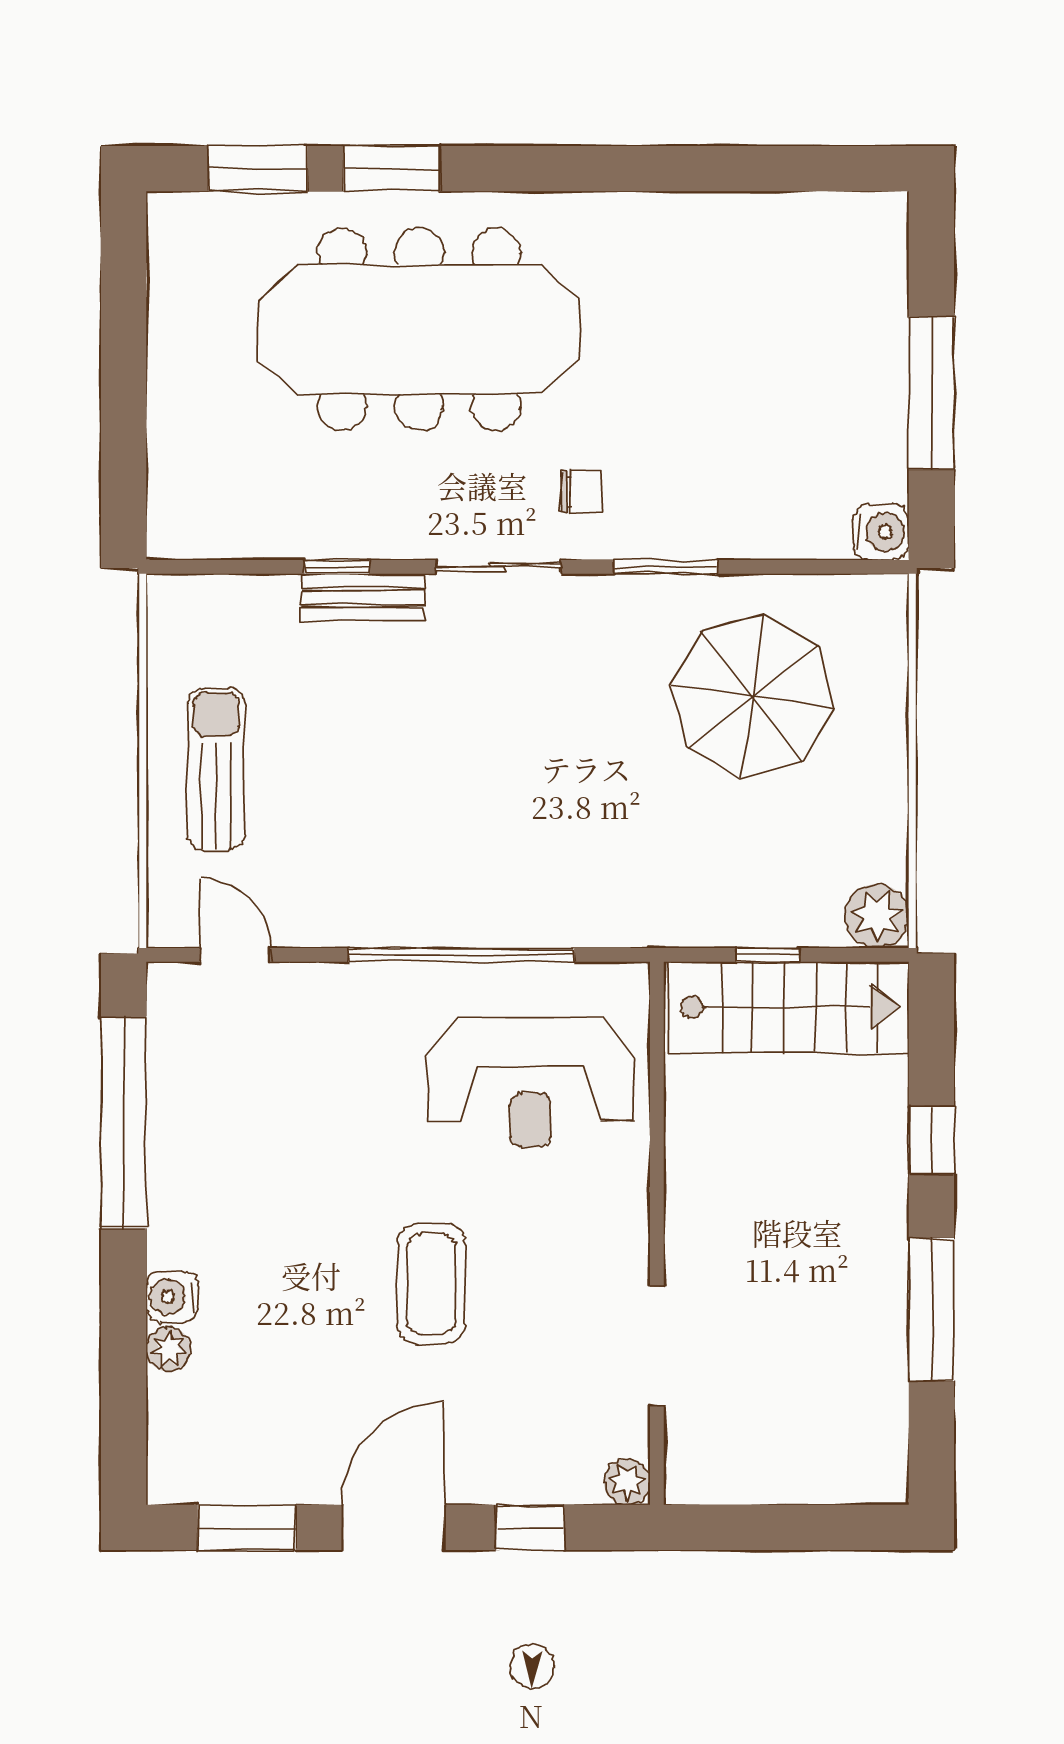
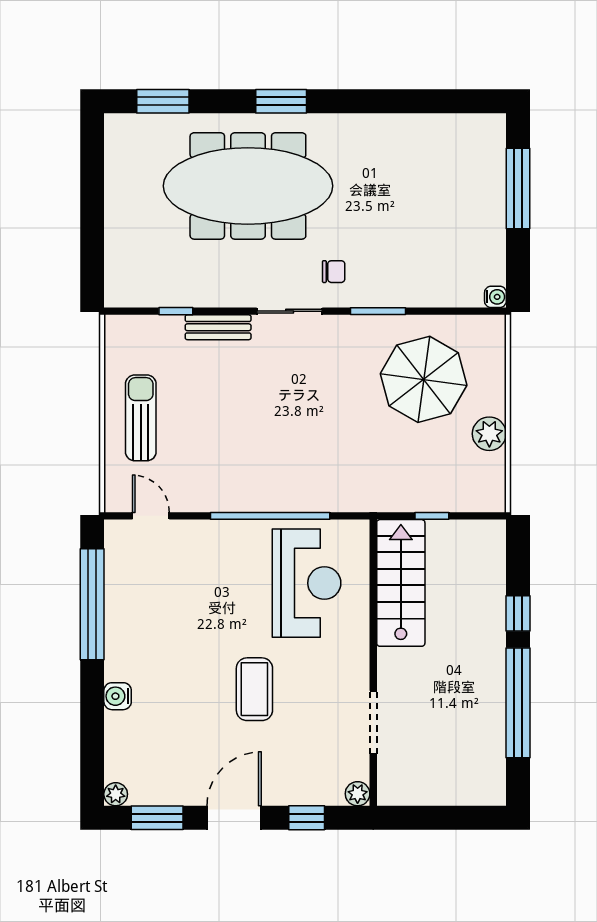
window: (392, 169) -> (281, 101), moved
window: (931, 393) -> (518, 188), moved
water cooler: (881, 532) -> (495, 297), width x0.72, depth x0.72
window: (337, 567) -> (176, 311), moved
plant: (877, 916) -> (489, 434), moved
stairs: (788, 1007) -> (401, 583), moved, turned -90
reception desk: (530, 1082) -> (307, 583), turned -90
window: (931, 1310) -> (518, 703), width x1.46
plant: (168, 1349) -> (116, 794), moved

